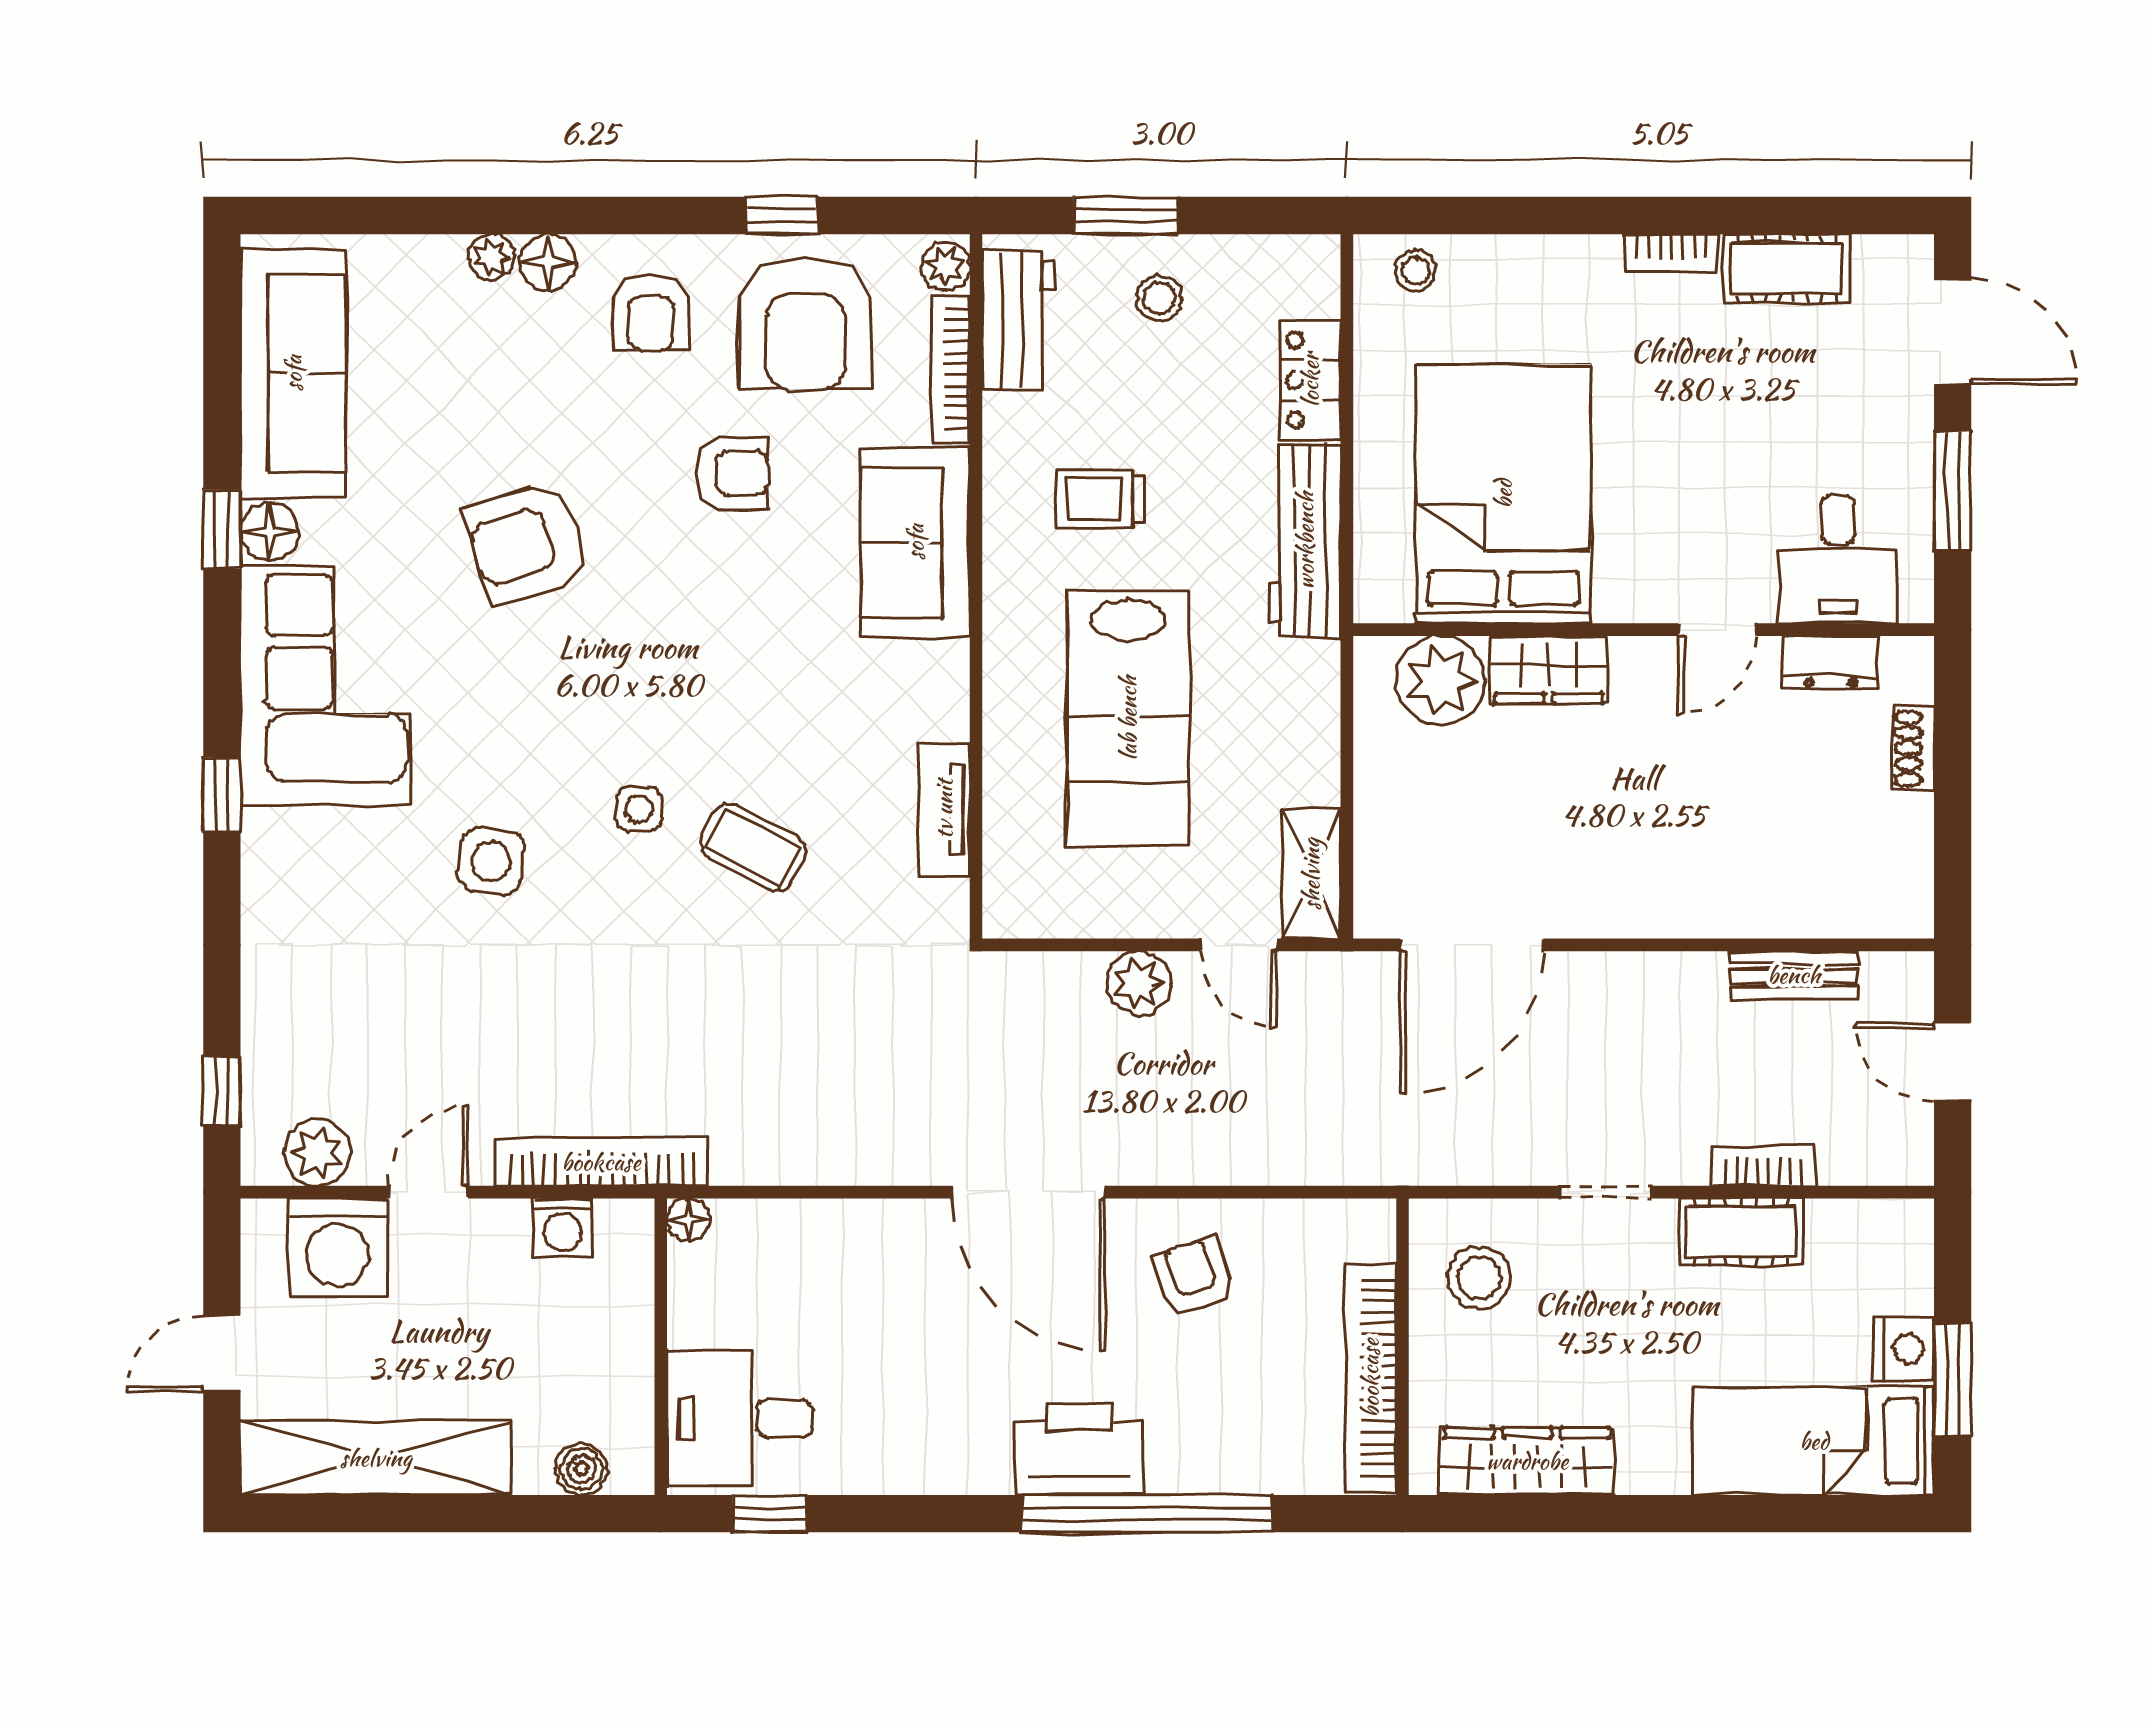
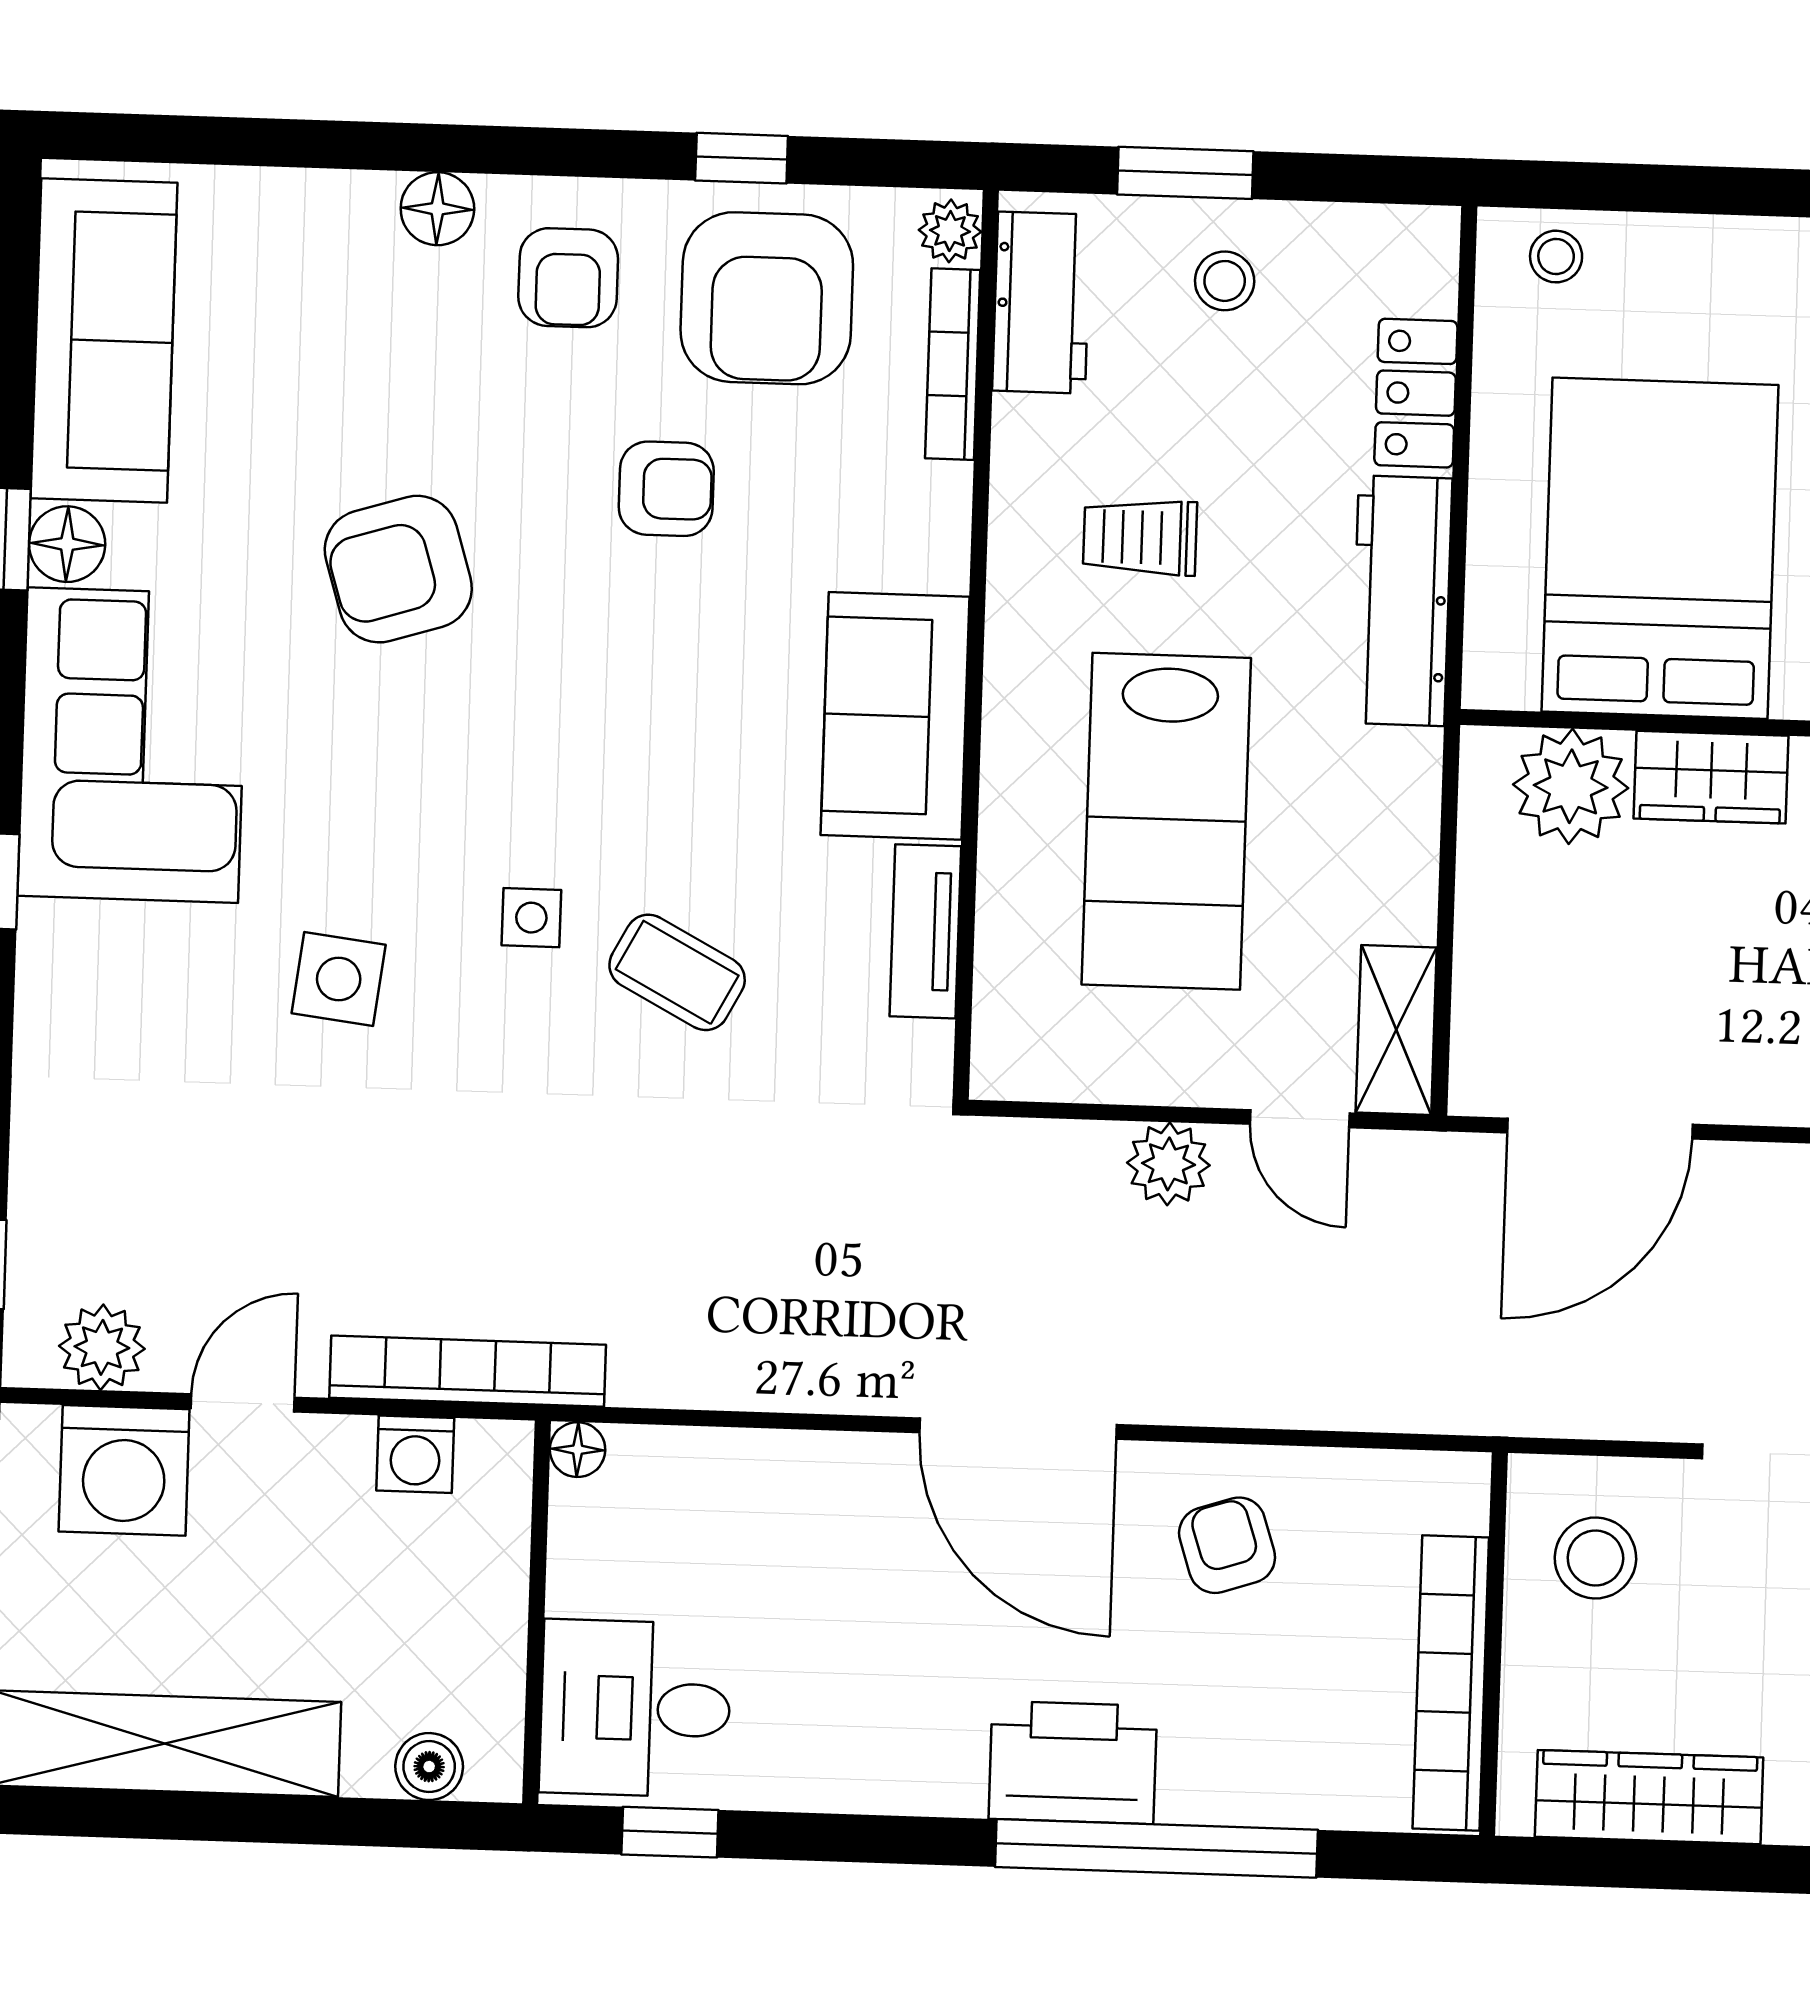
plant: (492, 257) -> (365, 199), removed
sofa: (915, 542) -> (895, 716), moved

